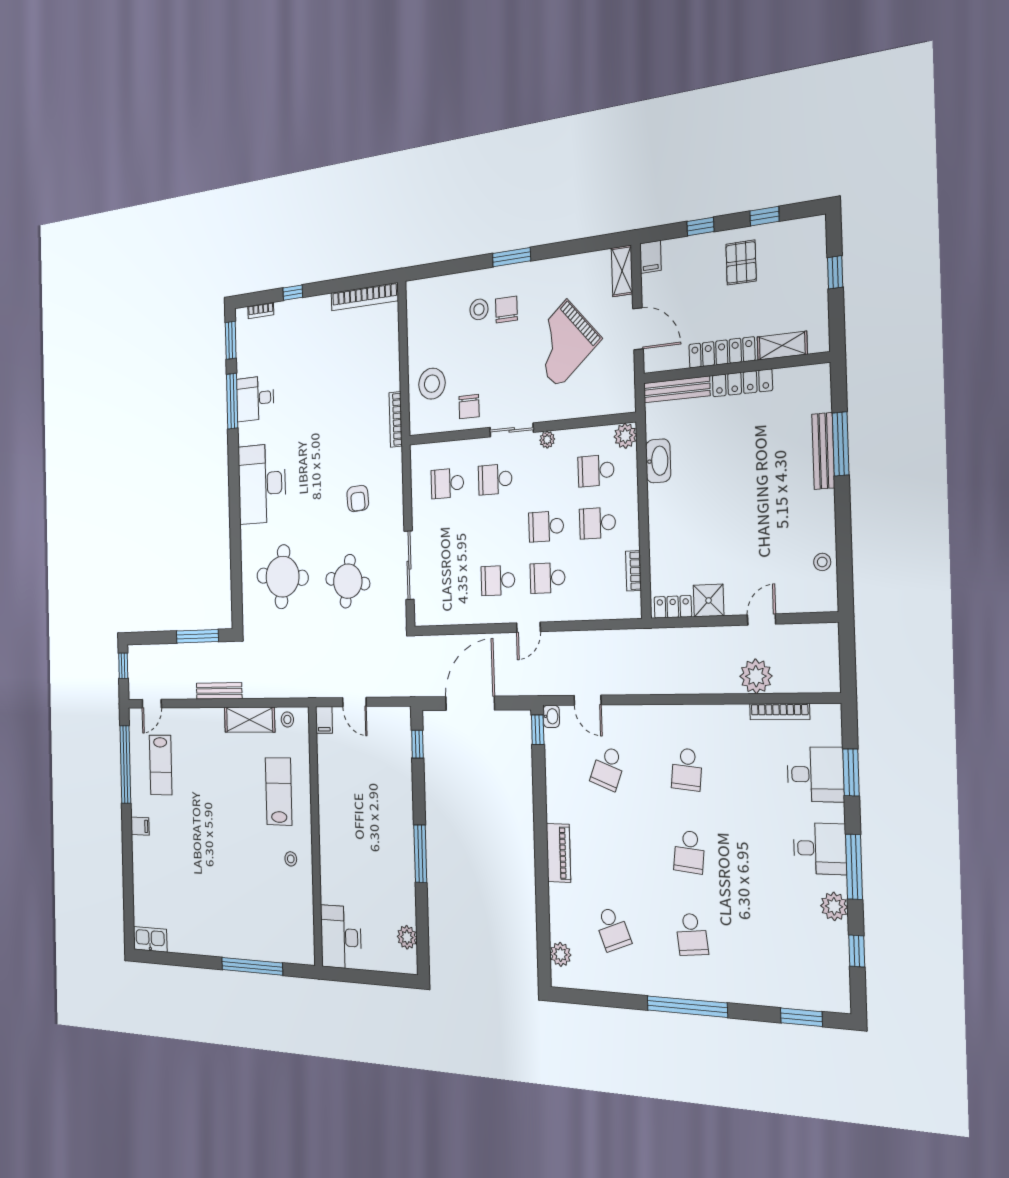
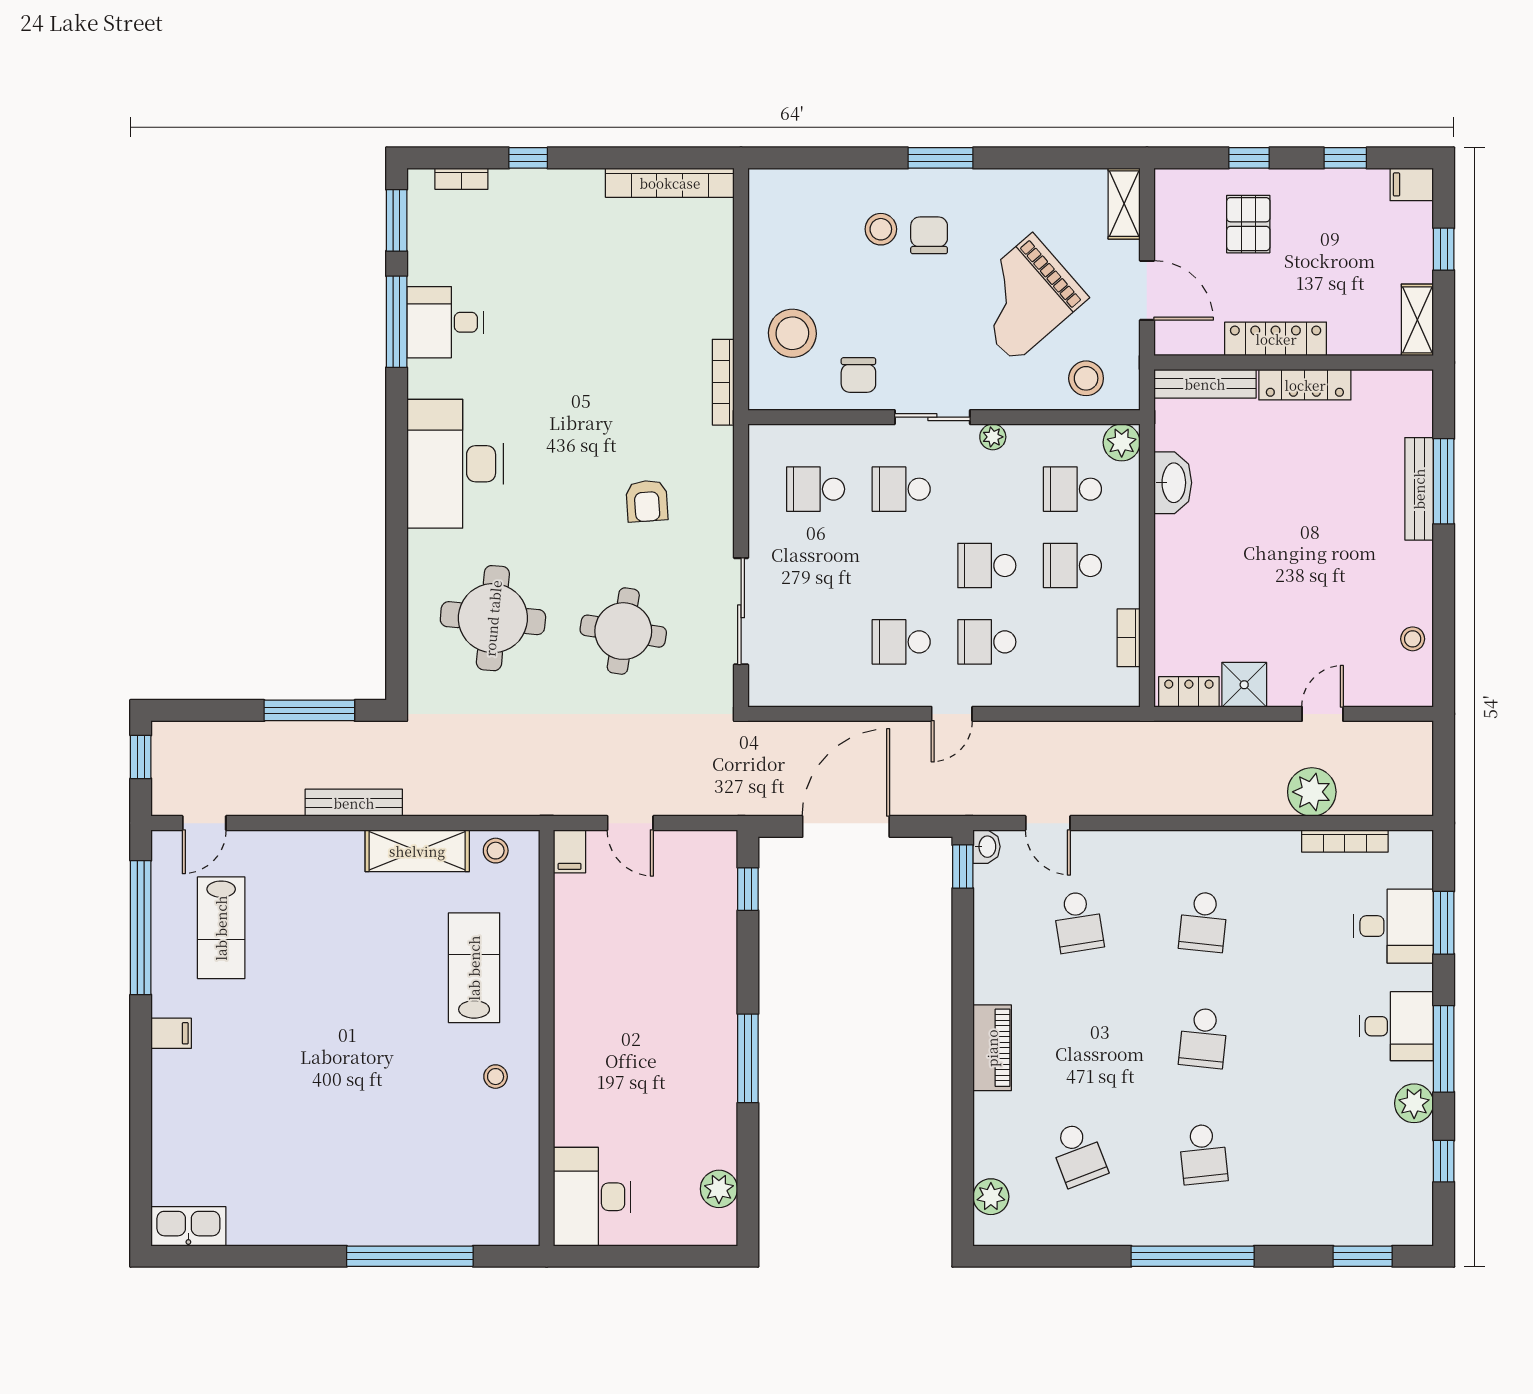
filing cabinet: (650, 257) -> (1412, 184), moved, turned 90
pallet: (741, 263) -> (1248, 224), moved
shelving: (782, 346) -> (1417, 320), moved, turned 90
stool: (602, 394) -> (1086, 378), added
school desk: (608, 768) -> (1078, 922), turned -30

